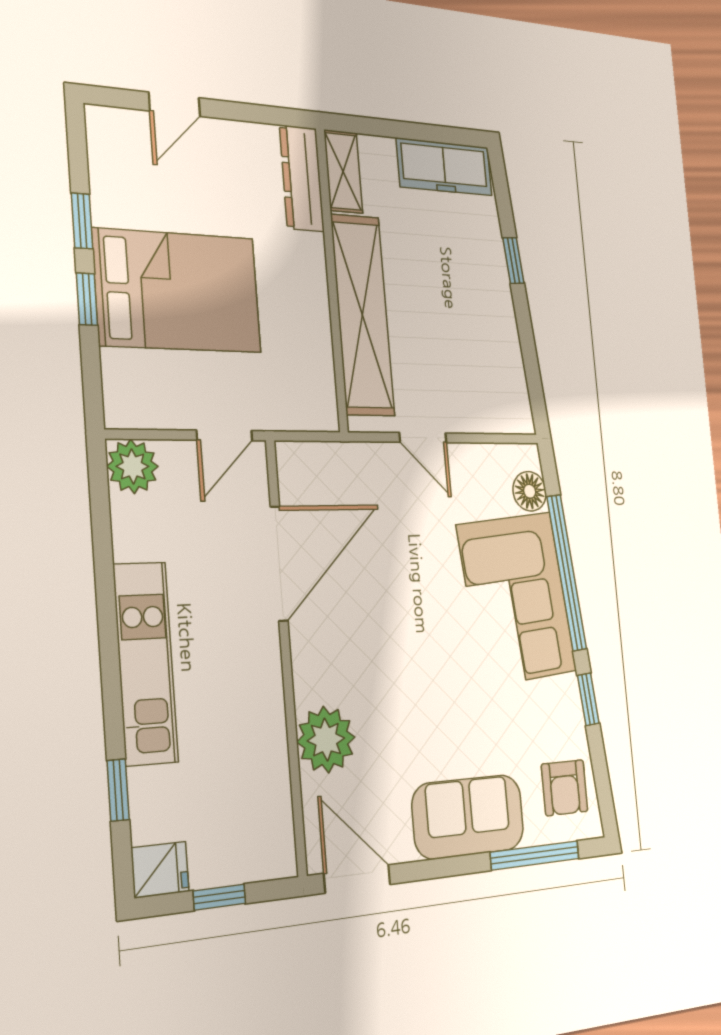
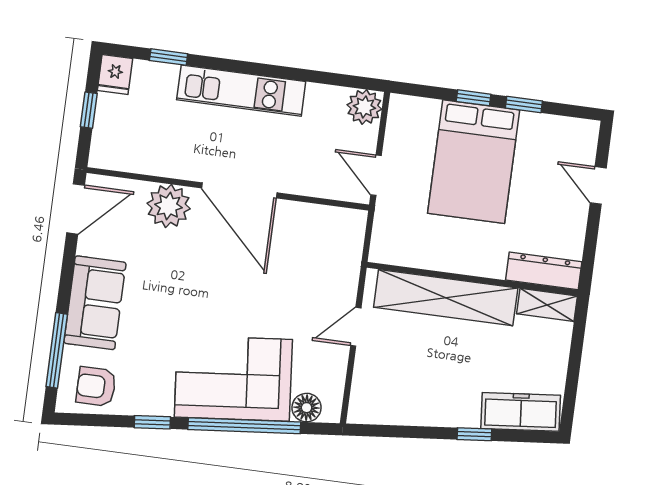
freezer: (444, 167) -> (521, 412), moved, turned 85
door: (279, 563) -> (239, 190), moved

